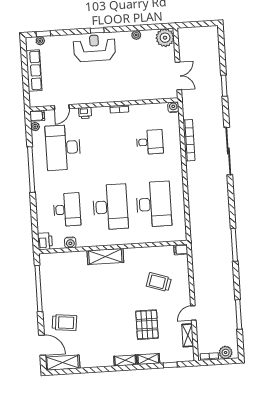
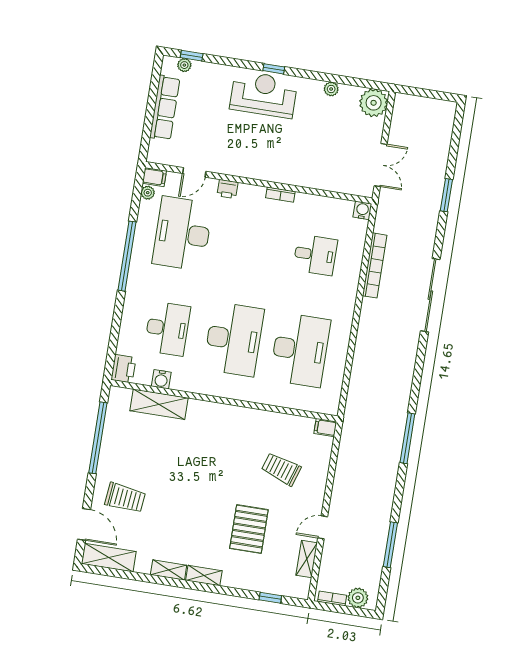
shelving: (105, 257) -> (159, 404), moved
shelving: (148, 359) -> (169, 570), moved

